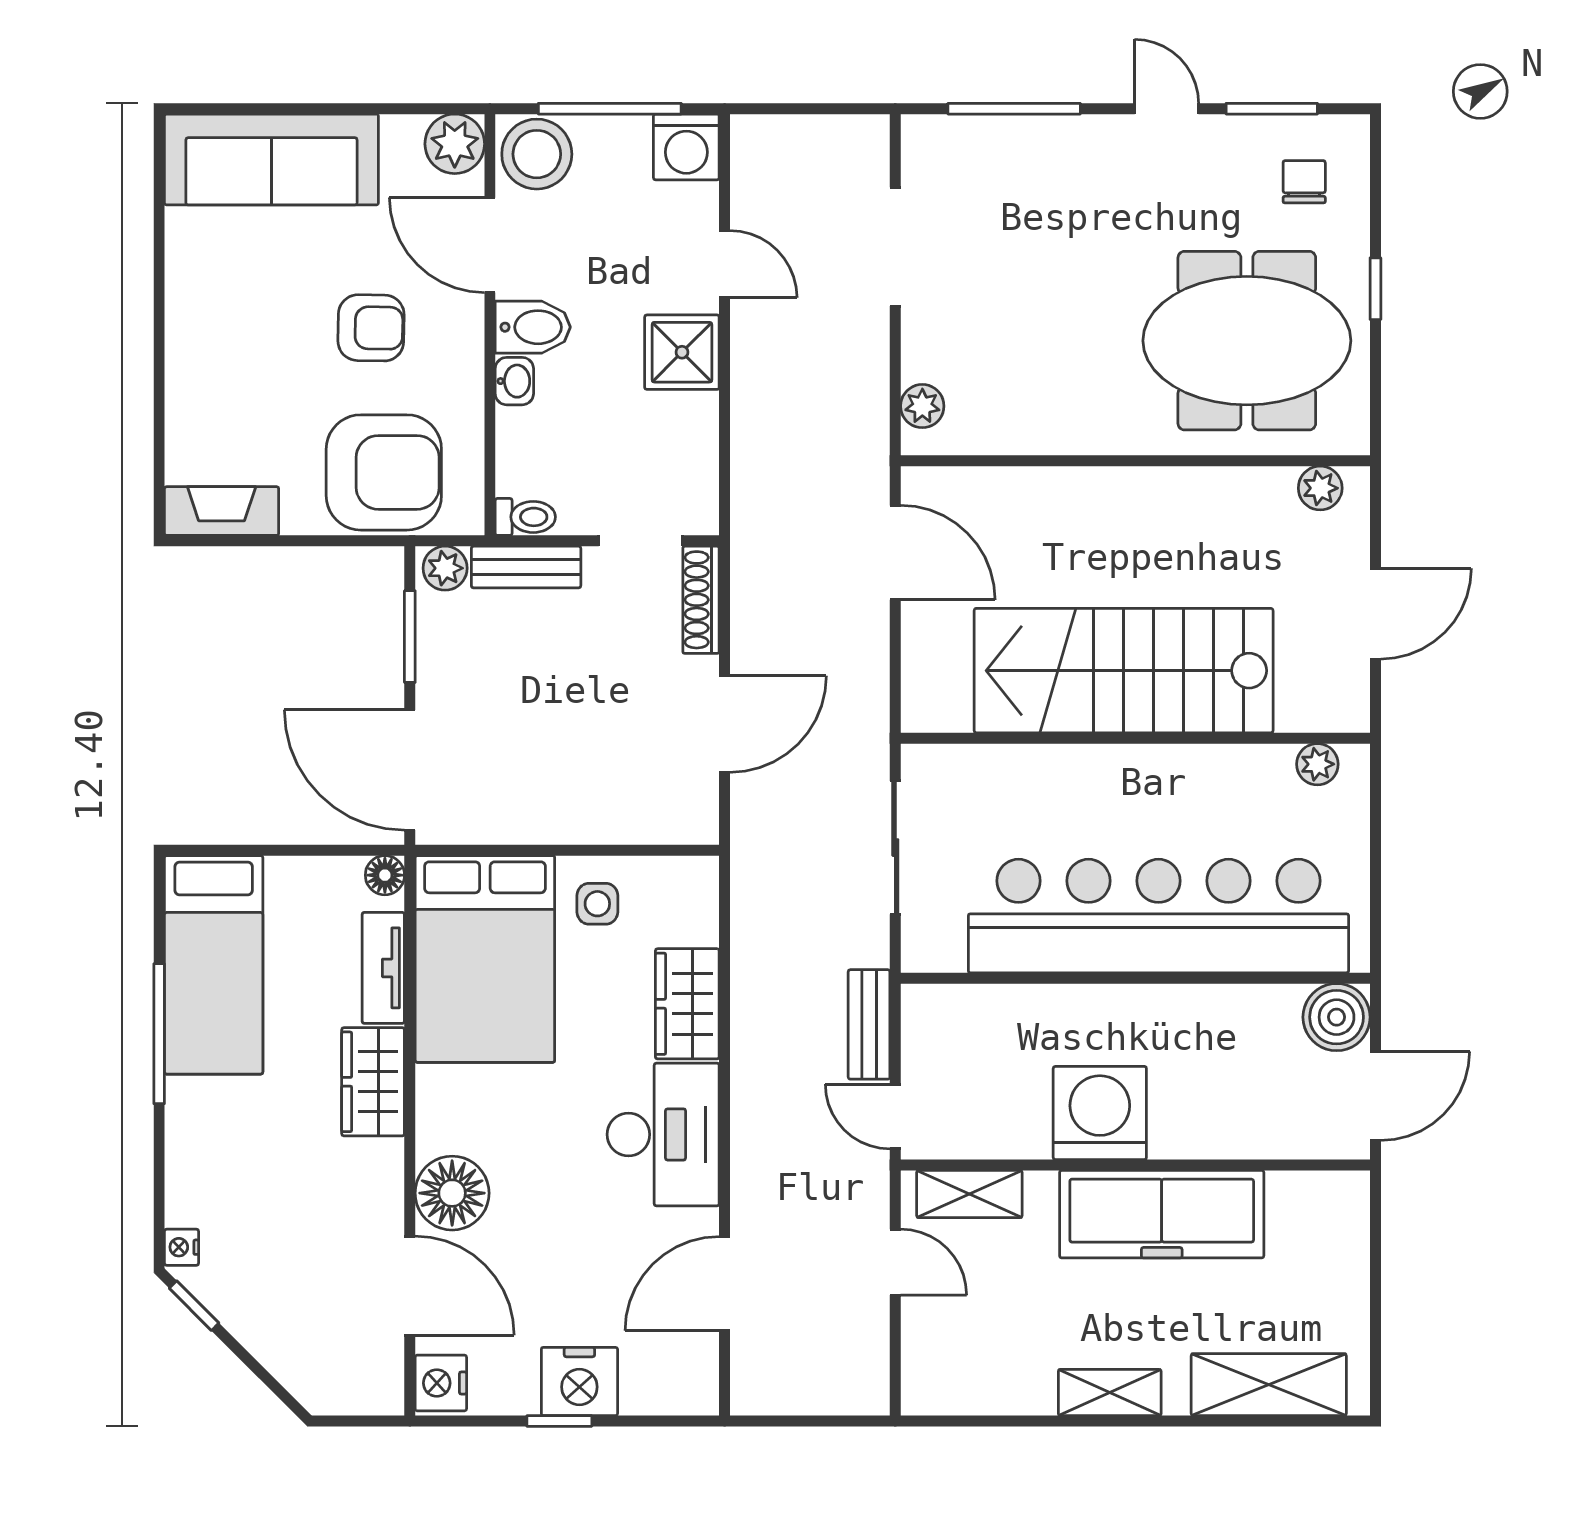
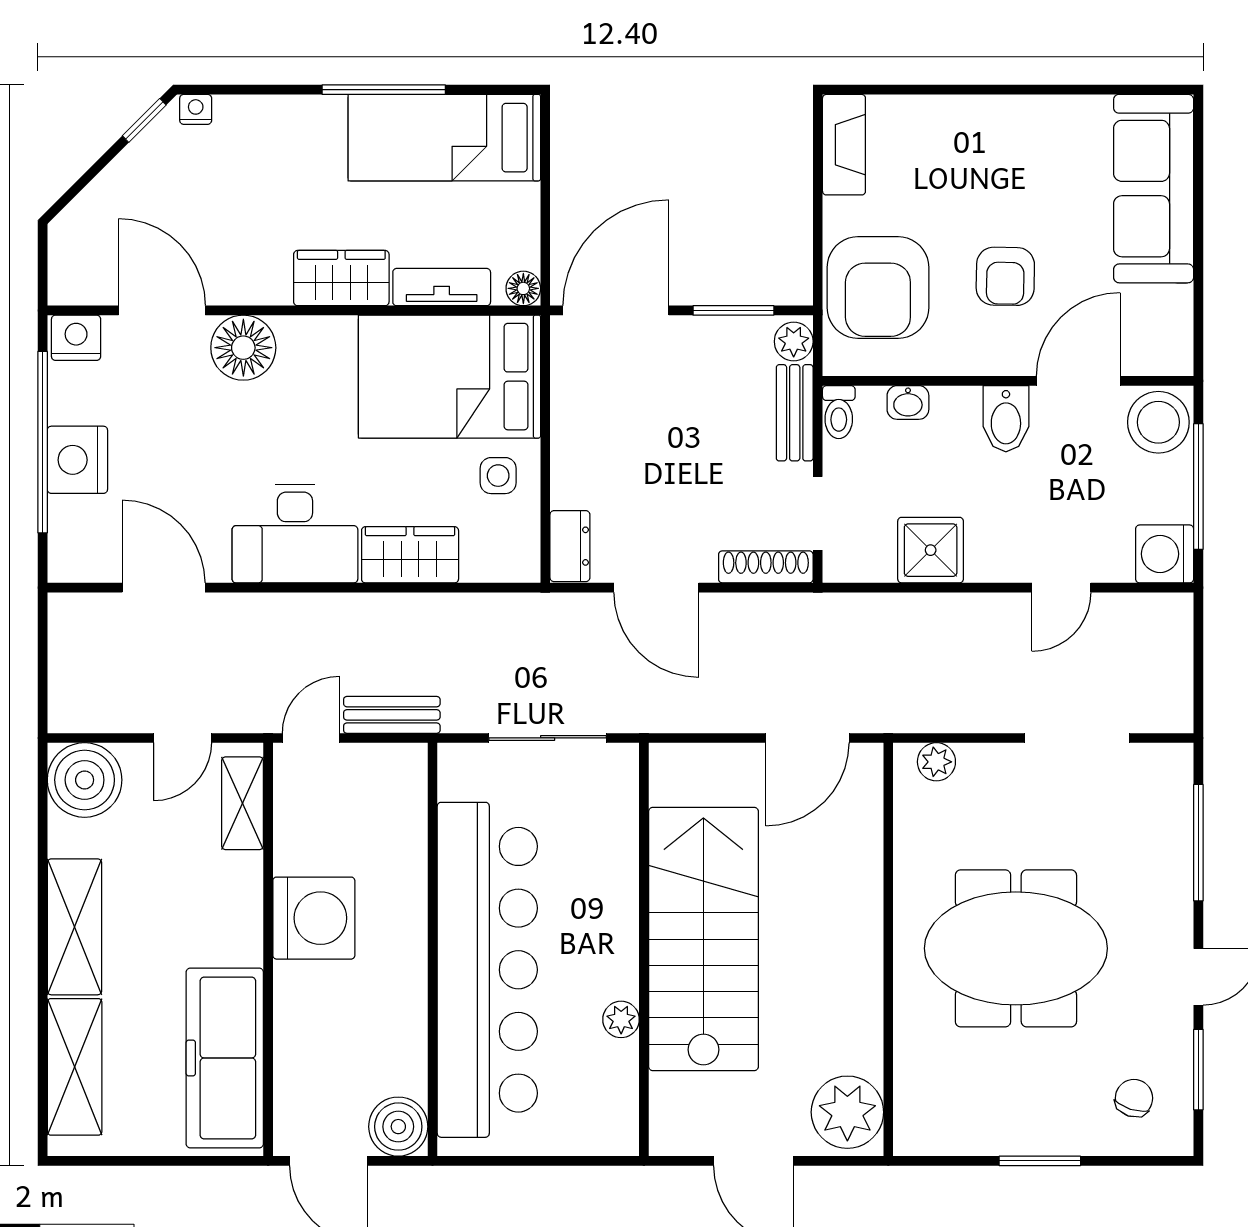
plant: (455, 144) -> (1167, 350), removed
chair: (1304, 182) -> (1134, 1098), turned -72
window: (1375, 289) -> (1040, 1161), width x1.50
meeting table: (1247, 341) -> (1016, 948), moved, turned 90
shower: (682, 352) -> (931, 550), moved
washbasin: (514, 381) -> (908, 402), moved
plant: (1320, 488) -> (847, 1112), width x1.87, depth x1.87
plant: (1317, 764) -> (621, 1019), moved
dresser: (677, 822) -> (570, 546), added
freezer: (1162, 1214) -> (225, 1058), moved
door: (410, 1286) -> (162, 310), swing flipped
boiler: (943, 1373) -> (85, 780), added
shelving: (1110, 1393) -> (74, 927), width x1.50, depth x1.33
window: (559, 1421) -> (43, 442), width x3.17

